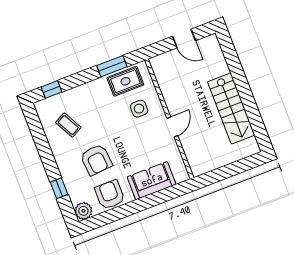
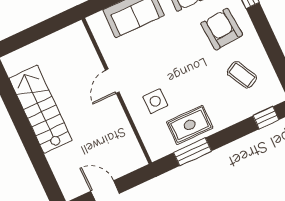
rug: (125, 81) -> (190, 125), moved
armchair: (96, 160) -> (222, 29), moved

